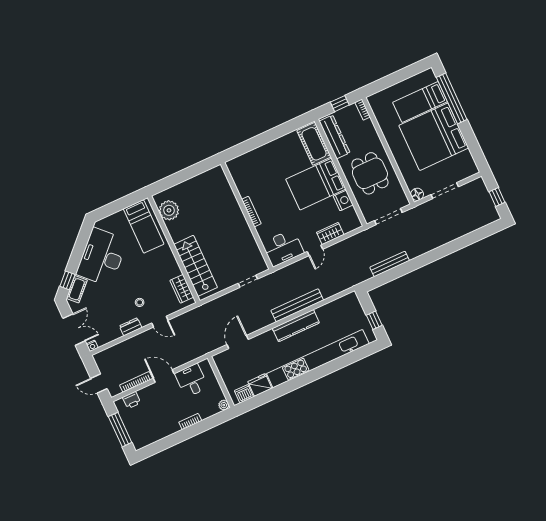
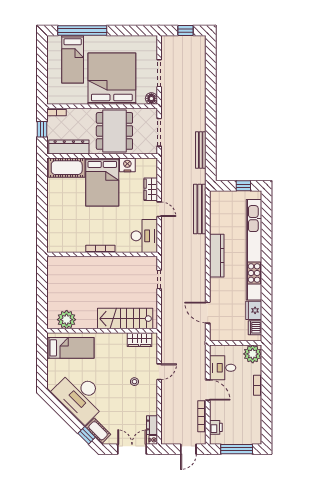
bed: (434, 137) -> (112, 79), moved, turned 180
dining table: (370, 173) -> (114, 131), width x1.38
bench: (297, 305) -> (200, 209), moved
dresser: (131, 327) -> (152, 425), moved
door: (164, 376) -> (208, 390), swing flipped
plant: (224, 405) -> (253, 354), width x1.88, depth x1.88

